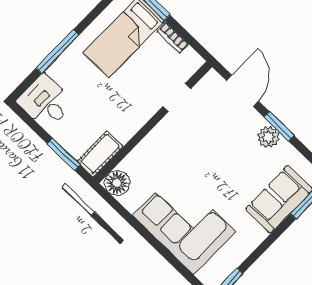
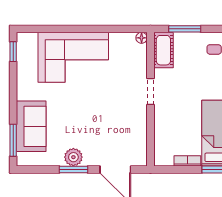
doorway: (177, 98) -> (150, 91), moved
floor lamp: (117, 183) -> (142, 38), width x0.53, depth x0.53

